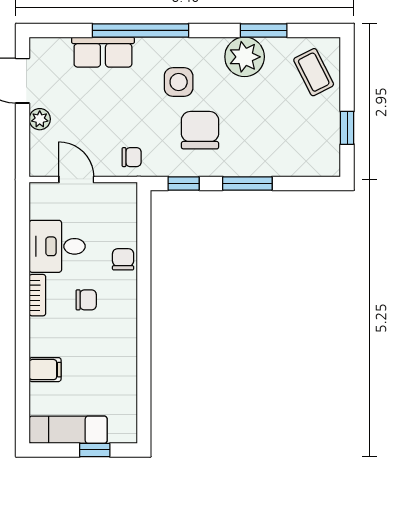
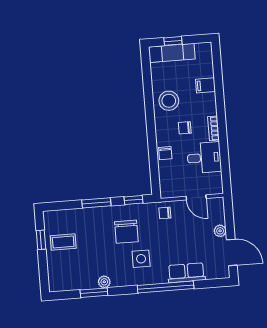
plant: (245, 57) -> (104, 282), width x0.53, depth x0.53
coffee table: (314, 72) -> (63, 242), moved, turned -63
stool: (110, 348) -> (169, 101), added
exam couch: (68, 430) -> (172, 53), moved

